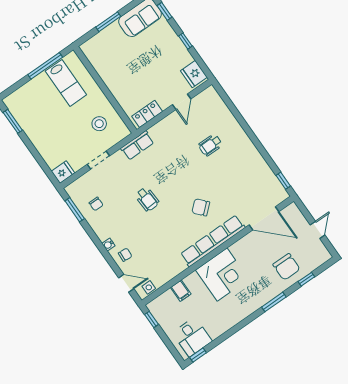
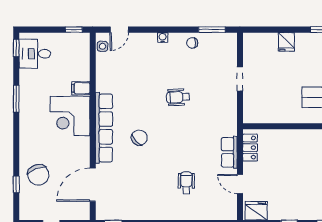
stool: (99, 124) -> (270, 101), removed
row of seats: (137, 145) -> (229, 152), moved
fridge: (63, 172) -> (286, 42), moved
chair: (96, 204) -> (192, 43), moved
chair: (125, 255) -> (144, 46), removed
chair: (286, 267) -> (38, 175), turned -110
filing cabinet: (181, 291) -> (81, 88), moved
window: (274, 302) -> (16, 99), moved

